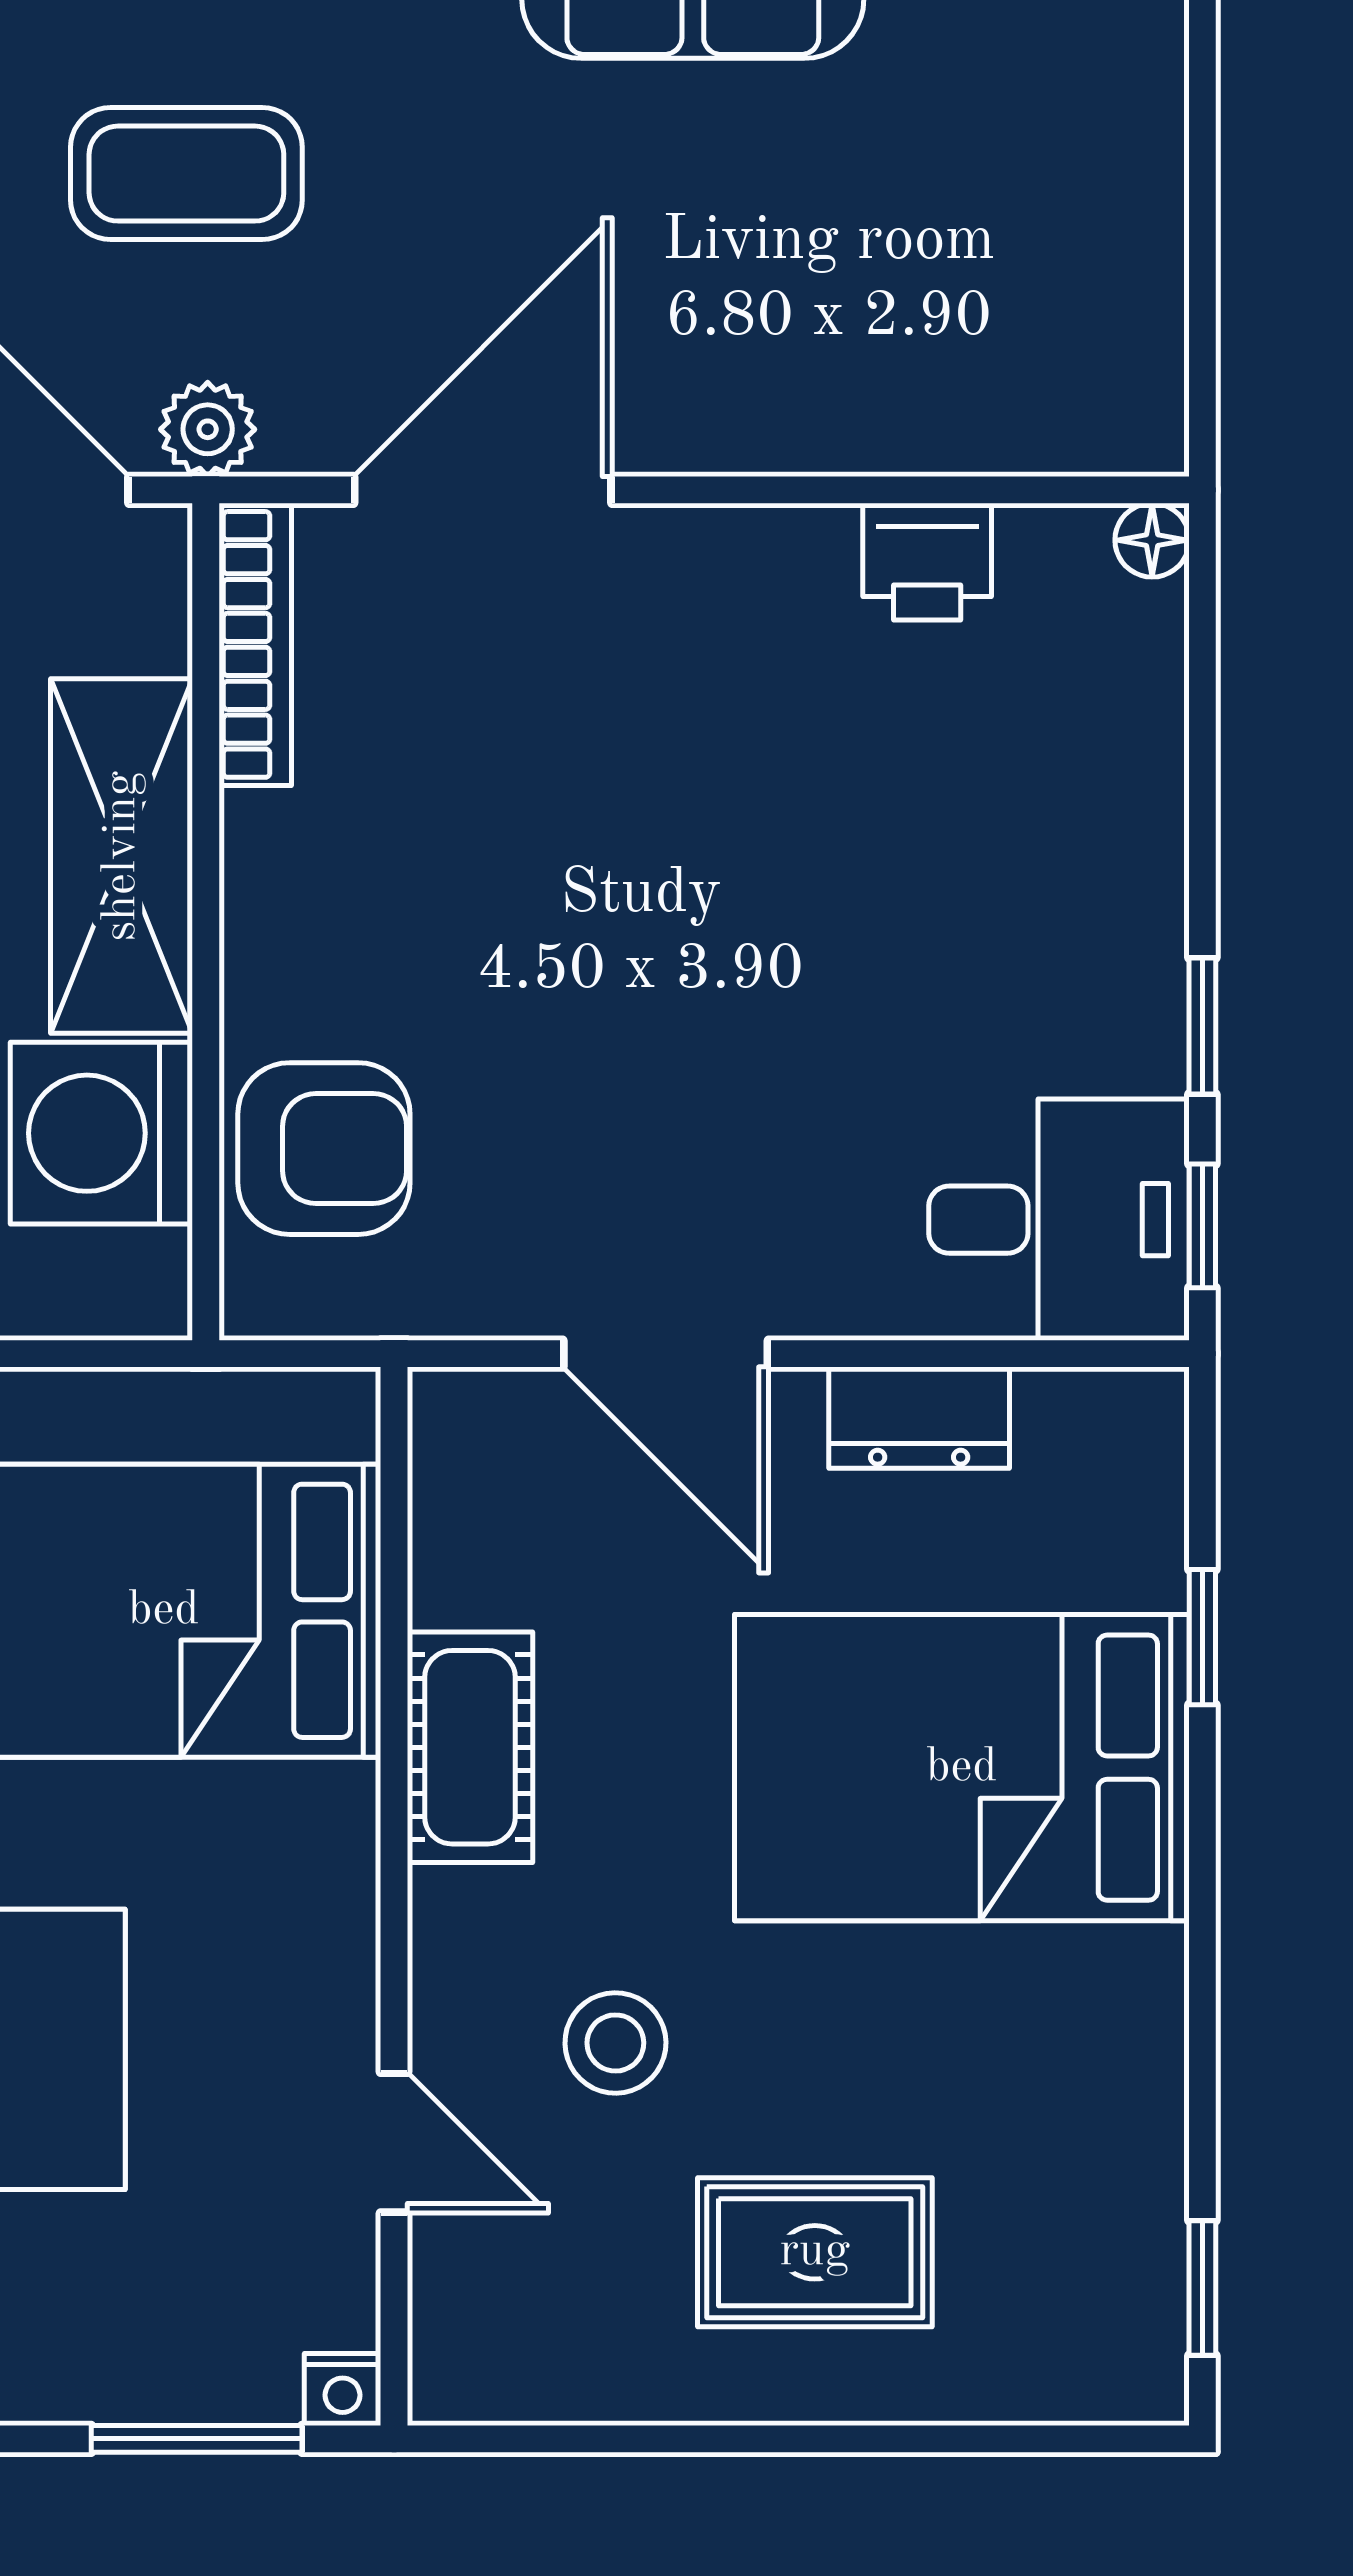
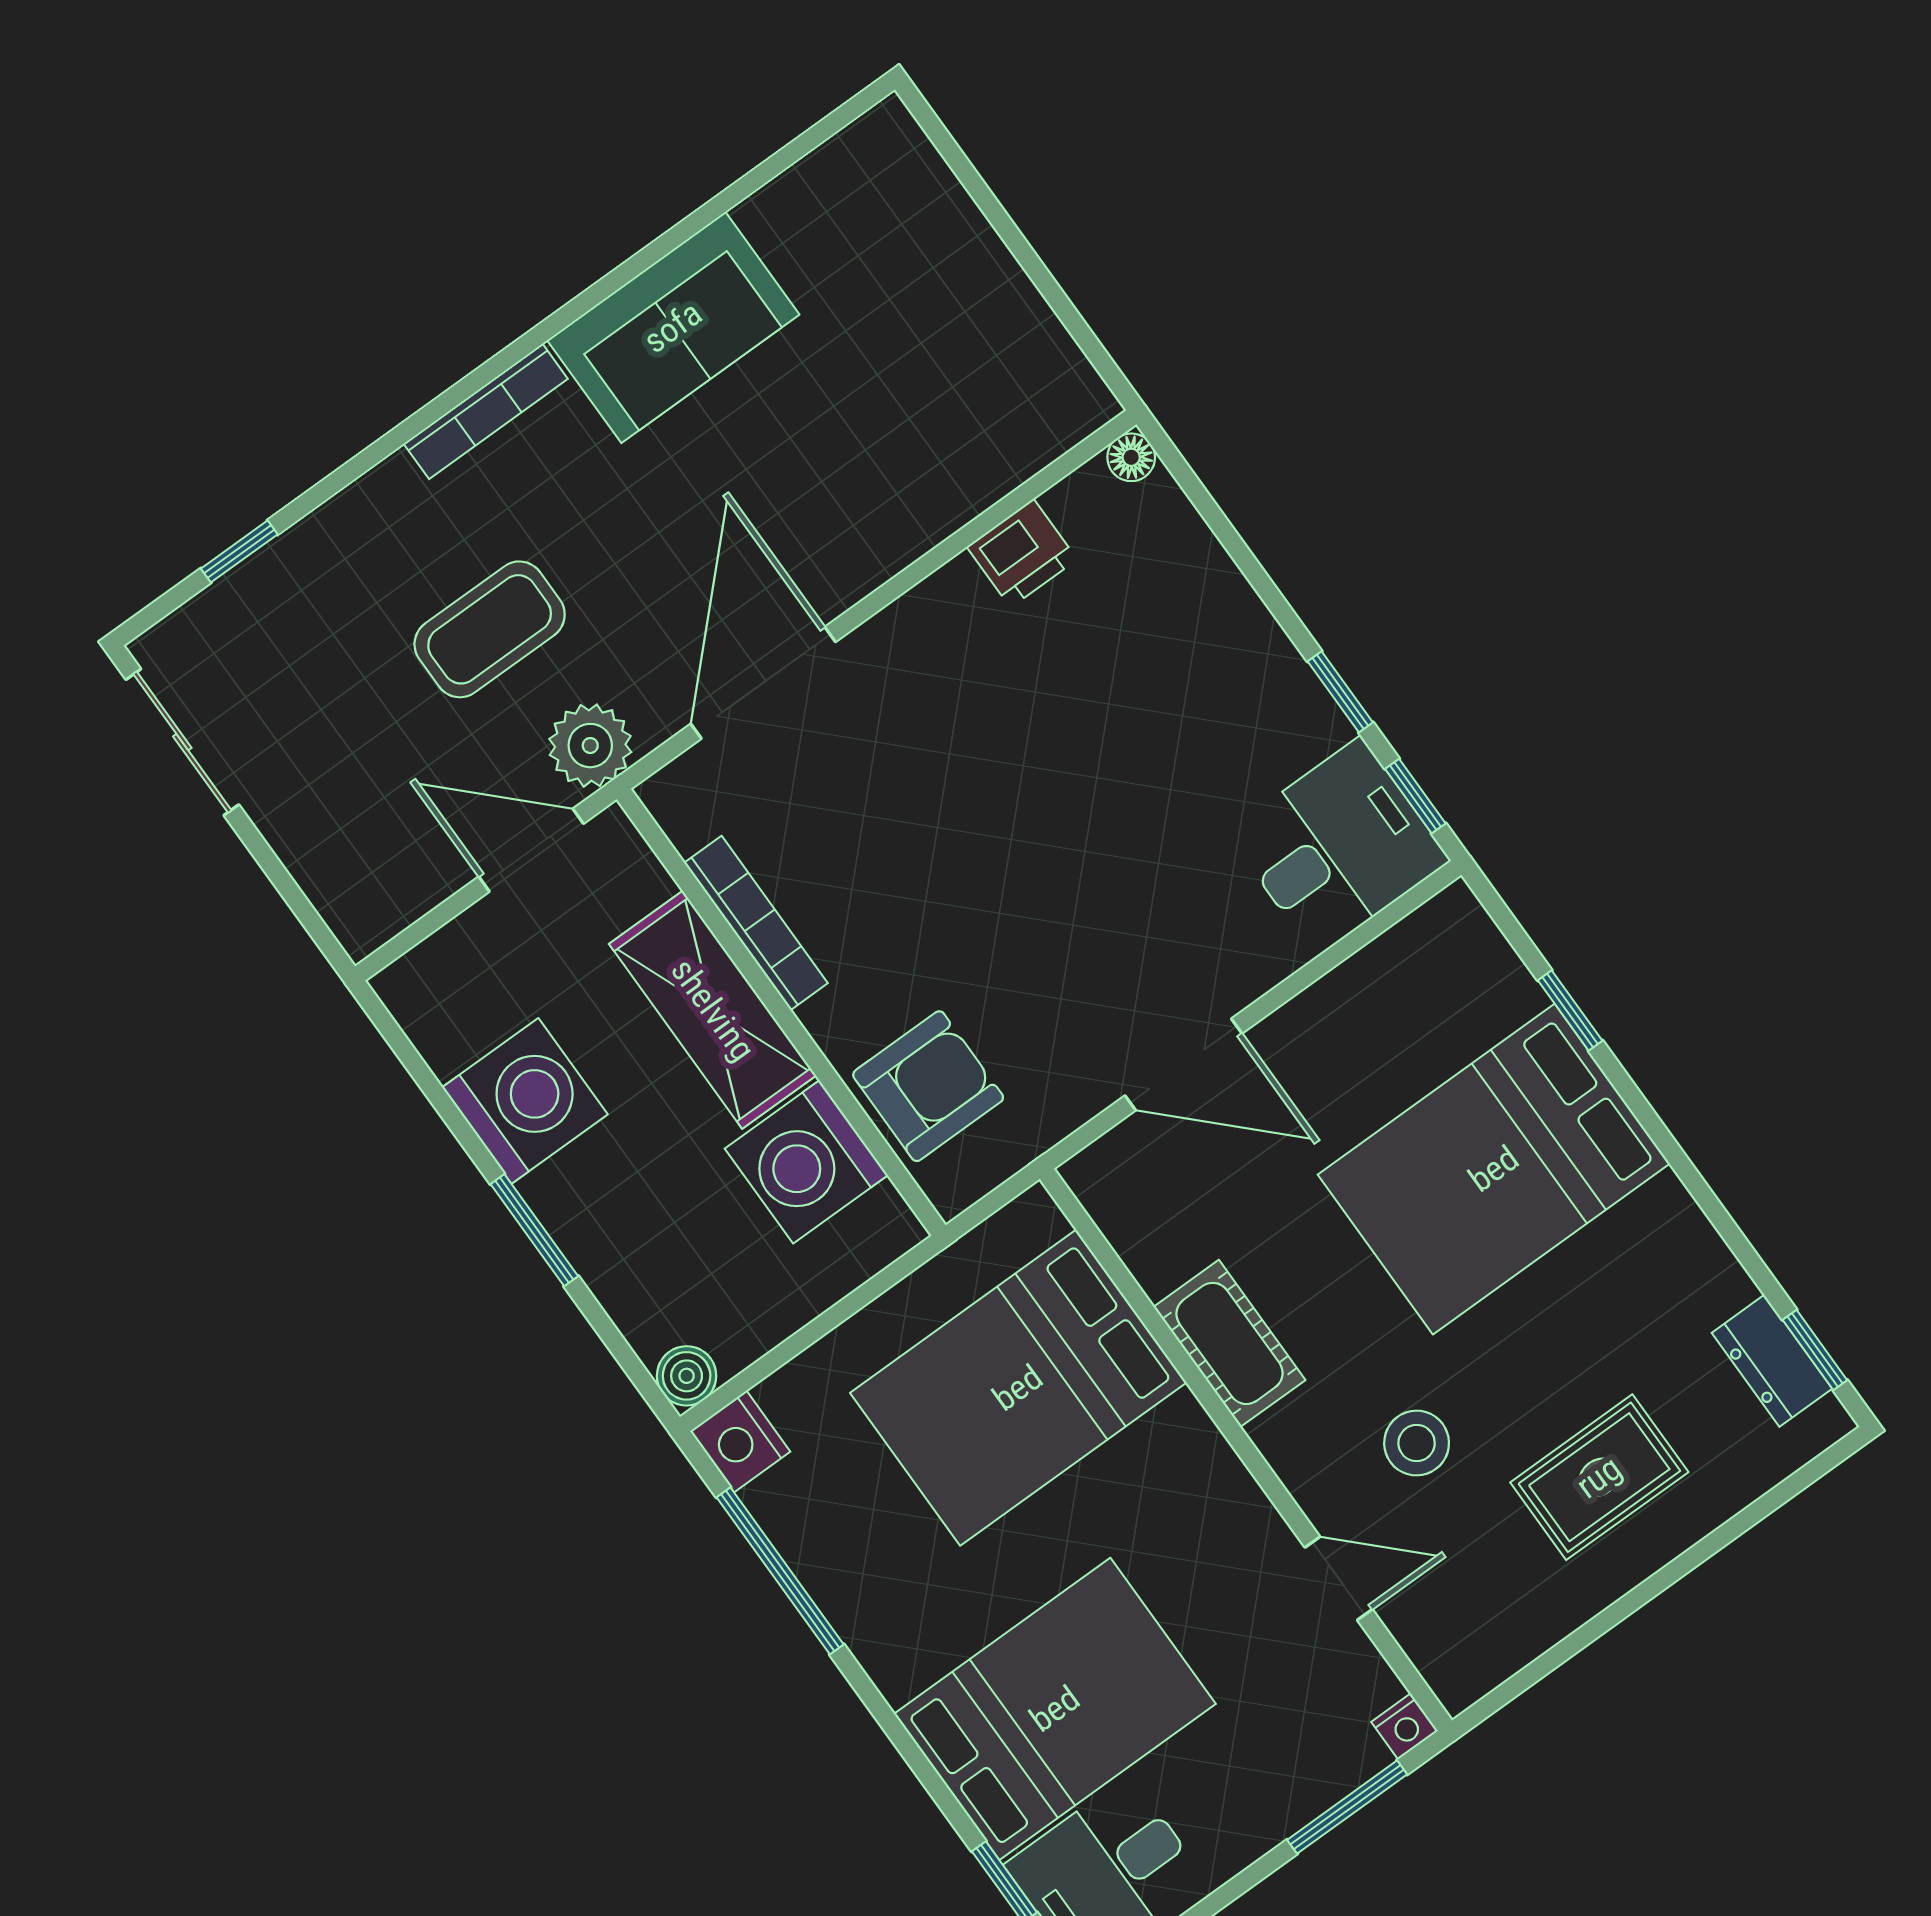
plant: (208, 429) -> (590, 746), width x1.38, depth x1.38
bookcase: (255, 644) -> (756, 923), moved
dresser: (919, 1418) -> (1772, 1361), moved, turned 90

